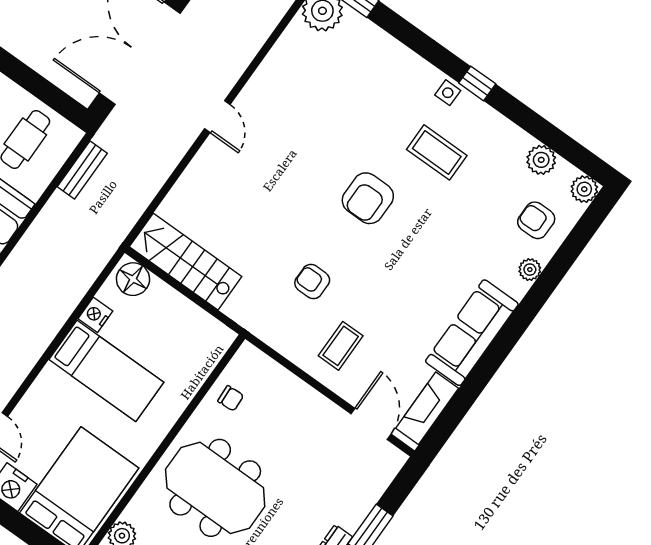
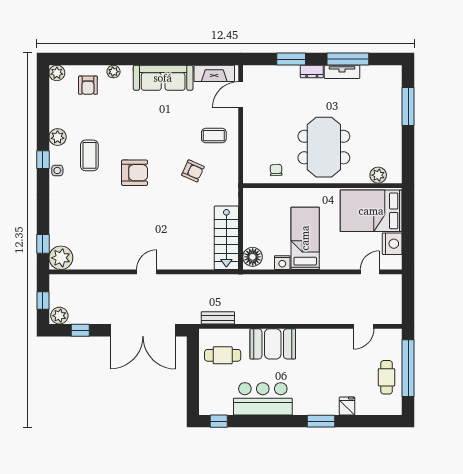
plant: (541, 160) -> (58, 137), moved
armchair: (312, 282) -> (193, 171), turned -66

